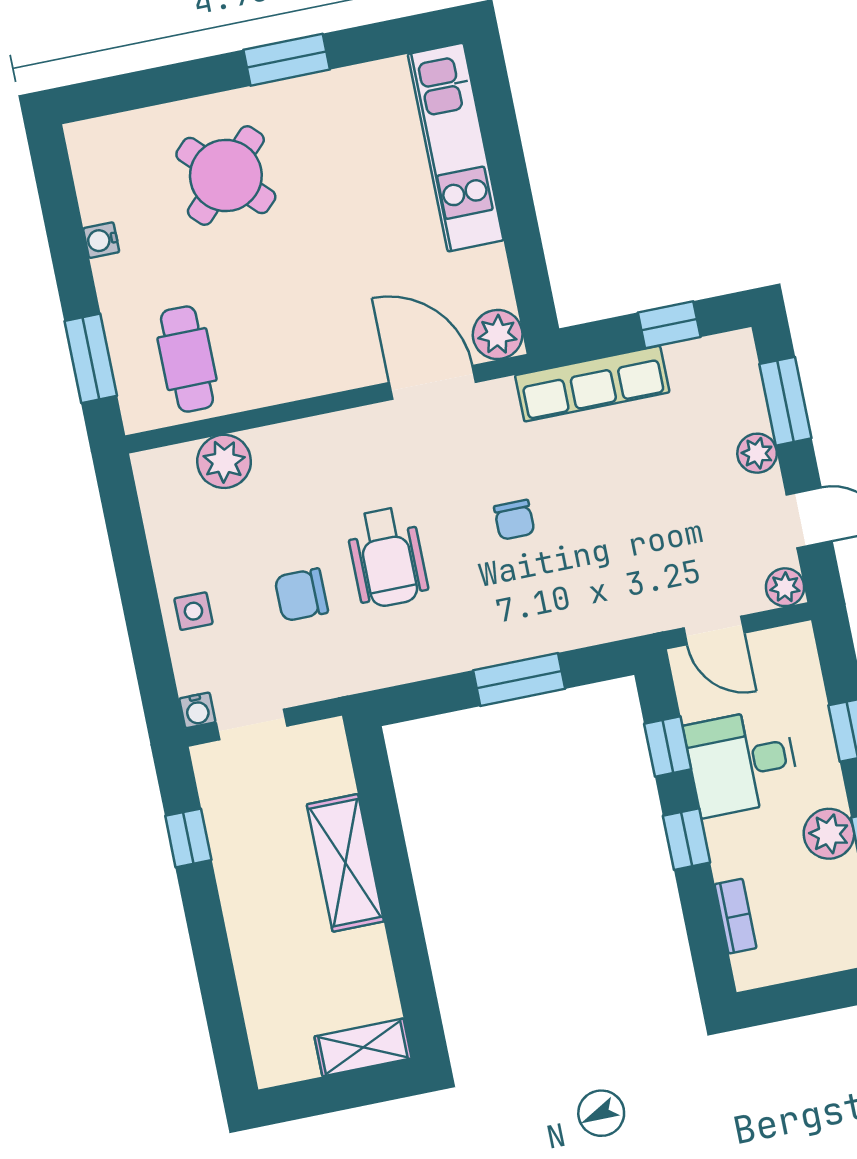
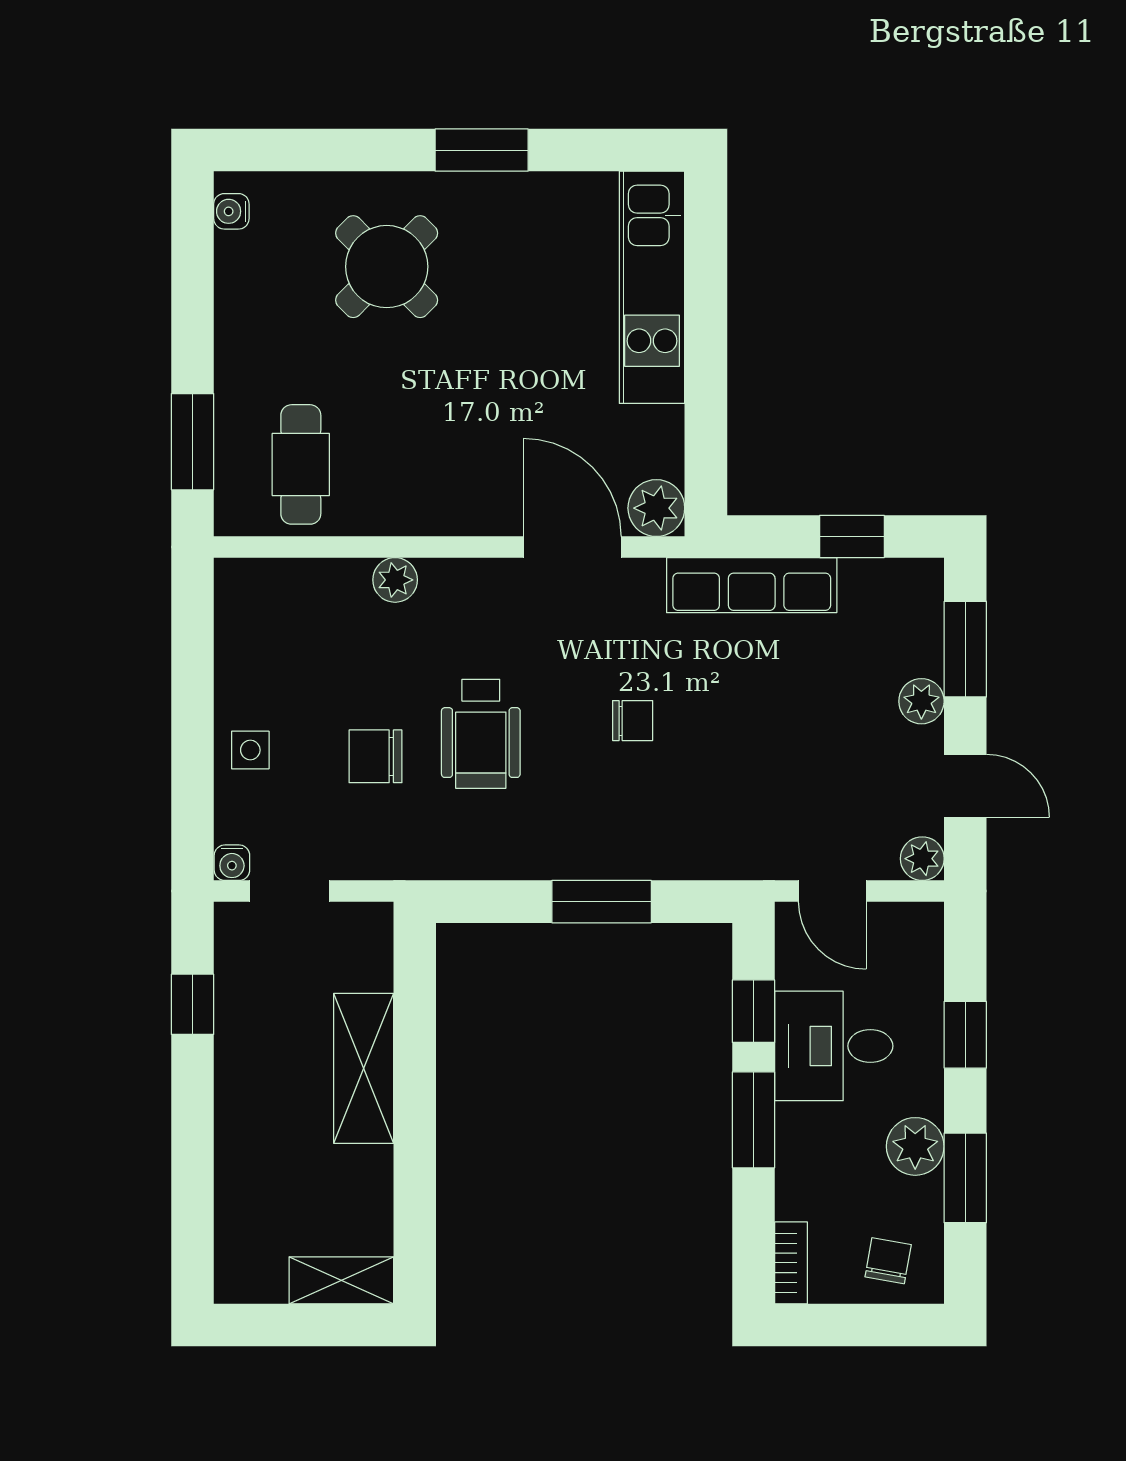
water cooler: (101, 240) -> (231, 211), moved
plant: (224, 461) -> (395, 580), moved, width x0.73, depth x0.73
chair: (514, 520) -> (633, 721), turned -90
window: (687, 839) -> (754, 1120), width x1.50
bookcase: (736, 916) -> (791, 1263), moved
chair: (826, 936) -> (888, 1261), added

